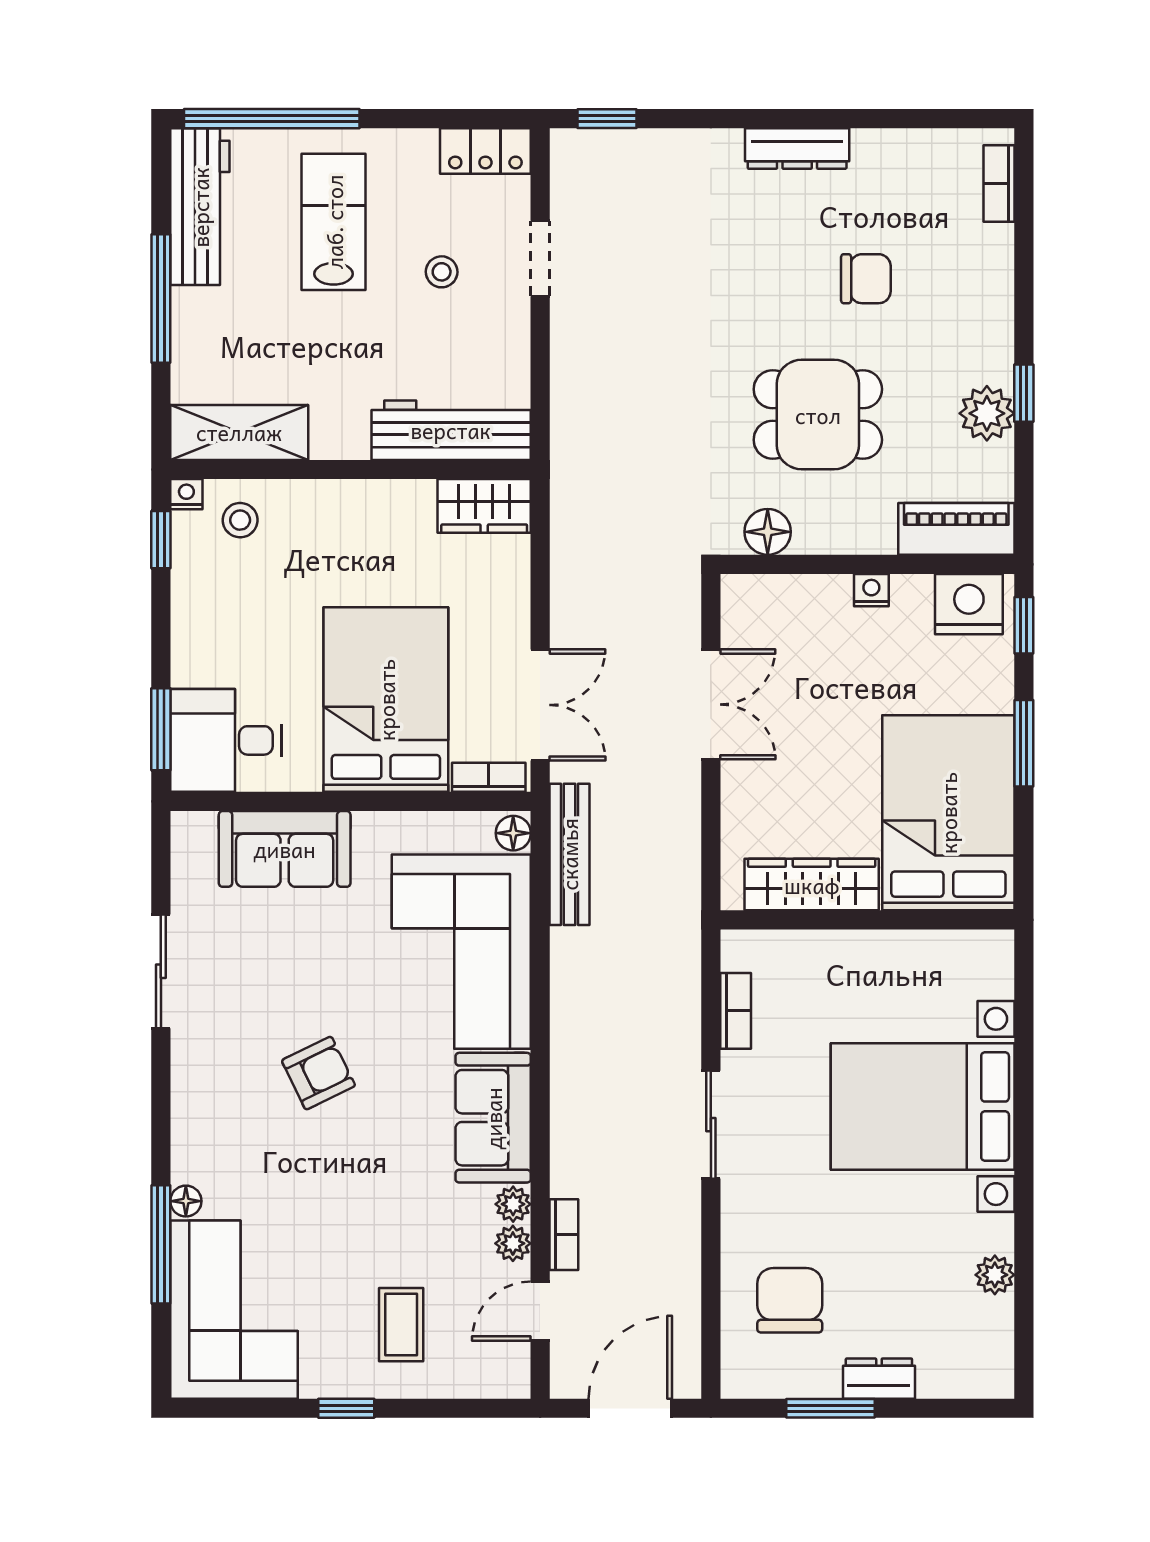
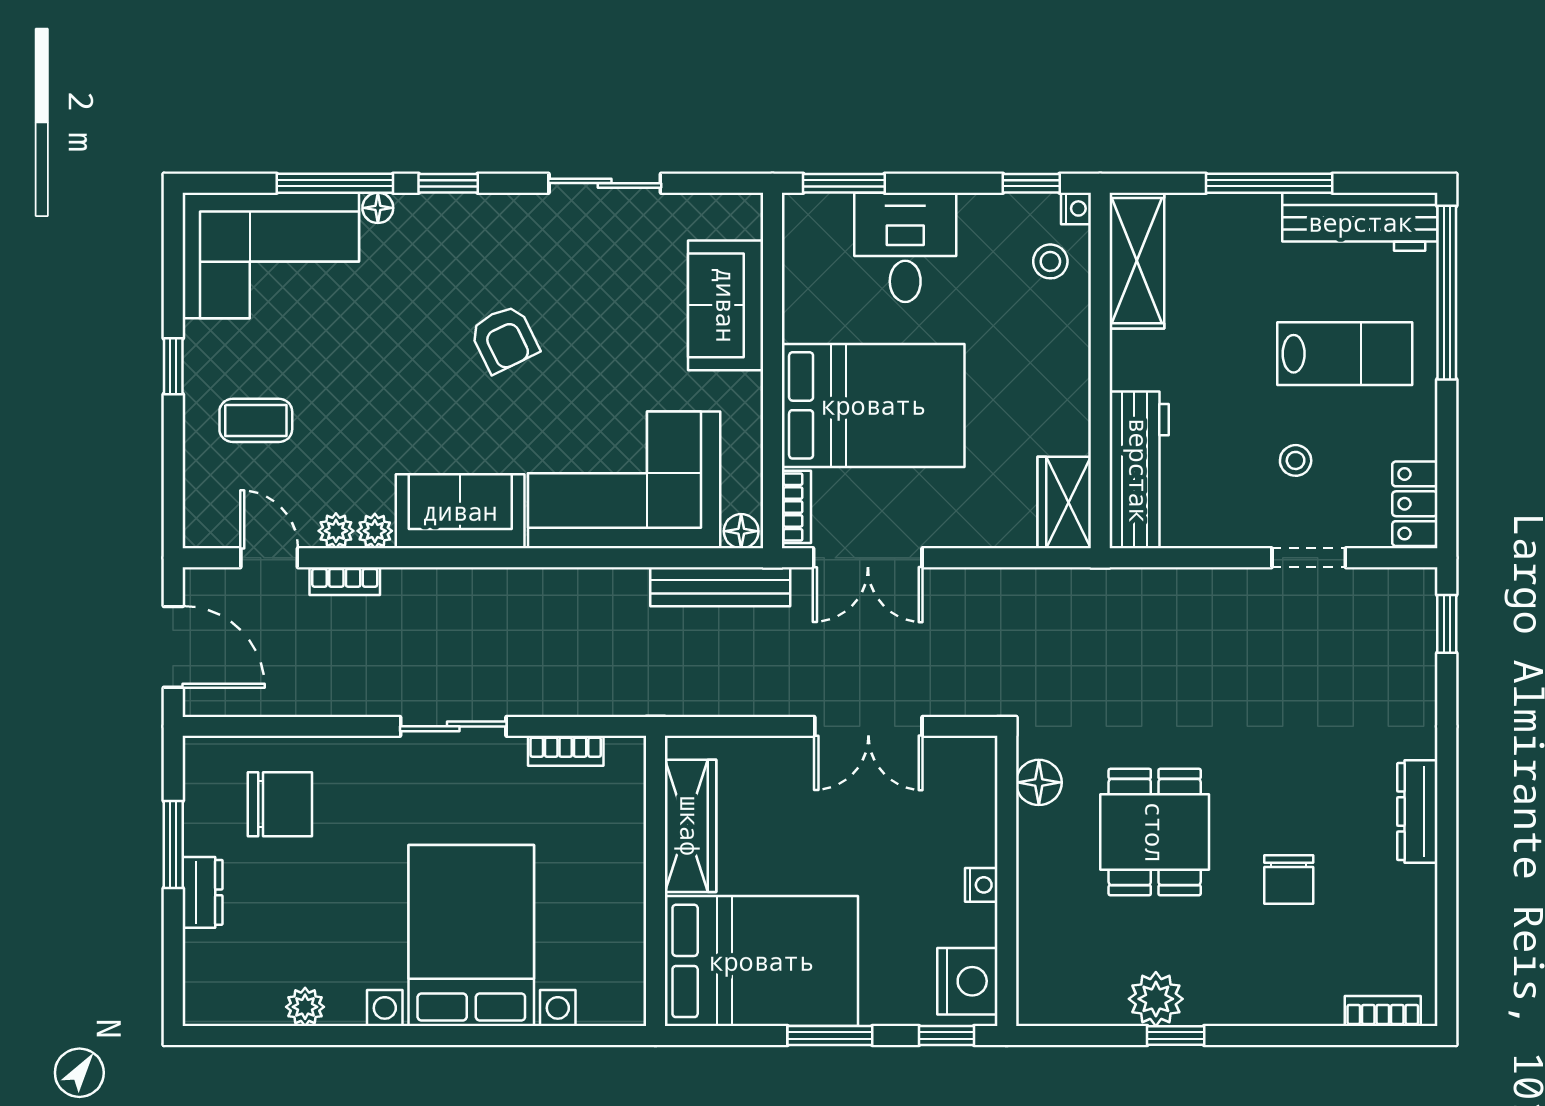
piano: (956, 529) -> (1042, 969), removed
desk: (226, 740) -> (905, 247), moved
window: (161, 1130) -> (448, 183), added

